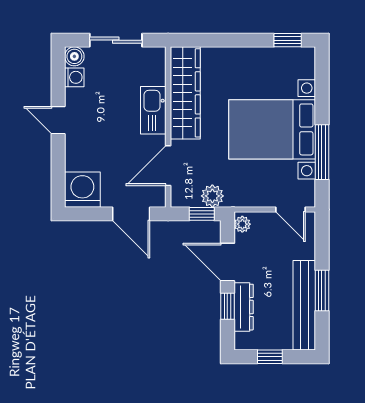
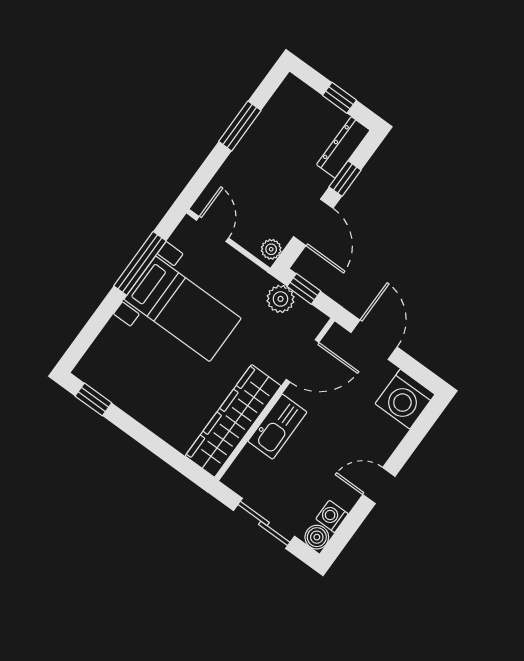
door: (58, 120) -> (379, 486), swing flipped
bed with nightstands: (272, 129) -> (183, 309), width x0.73
bench: (304, 305) -> (268, 124), removed
dresser: (244, 307) -> (343, 147), moved

